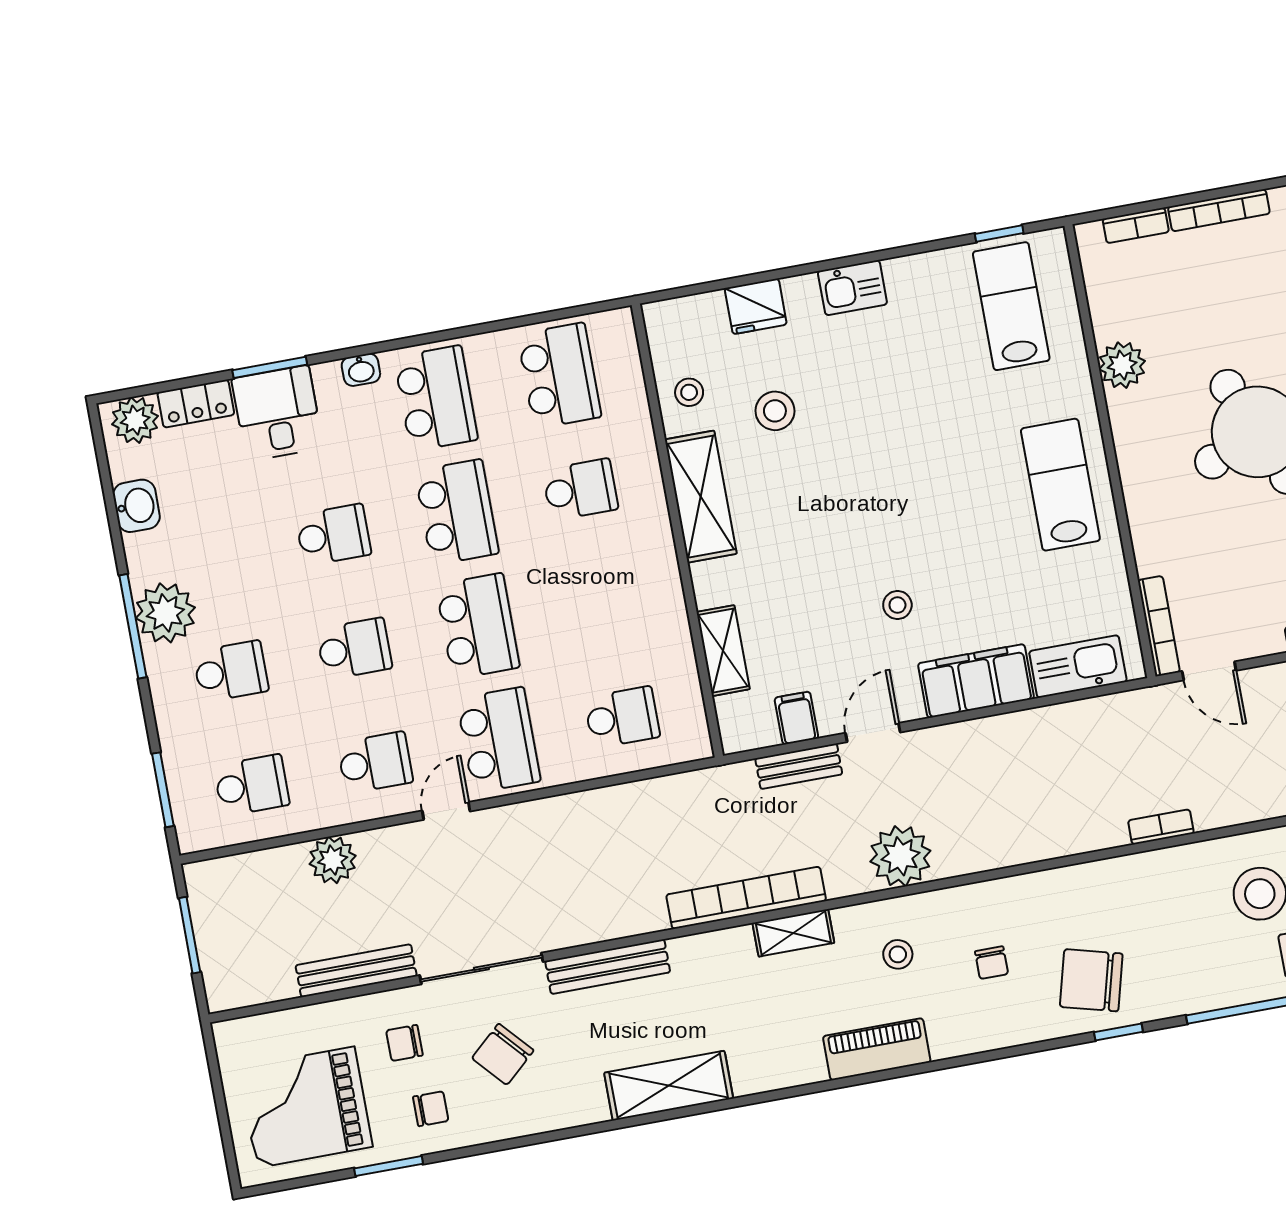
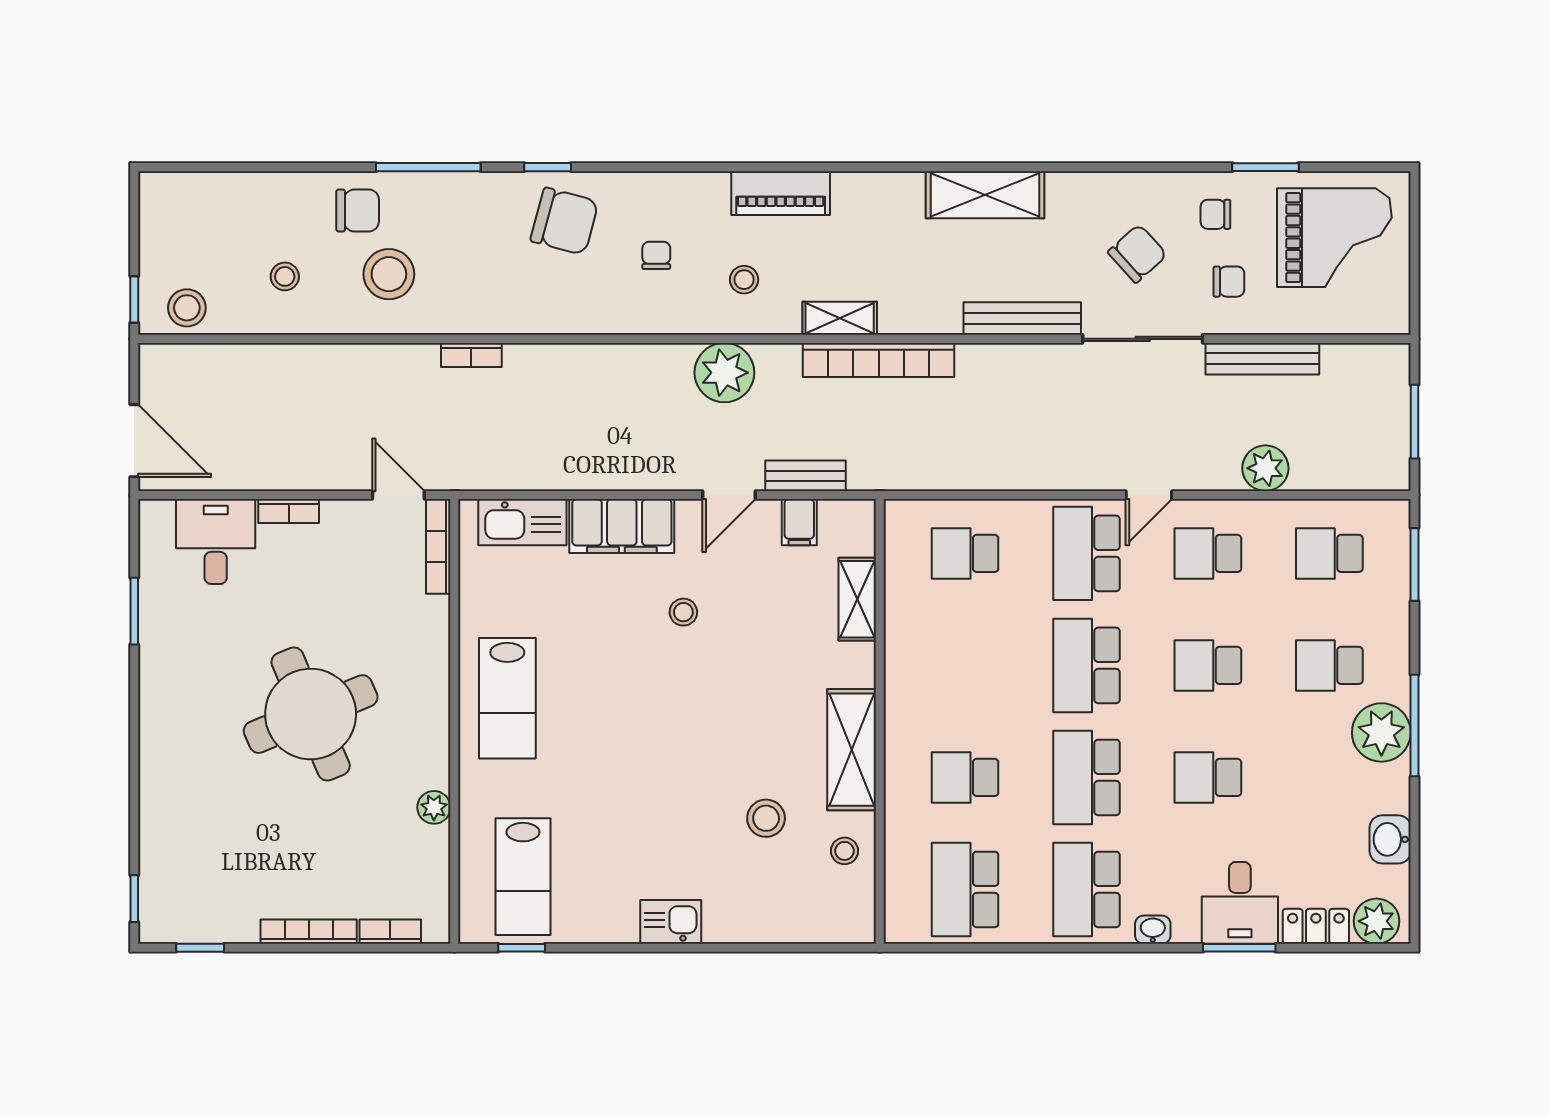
fridge: (756, 306) -> (766, 921), removed
plant: (1122, 365) -> (434, 807), width x0.73, depth x0.73

